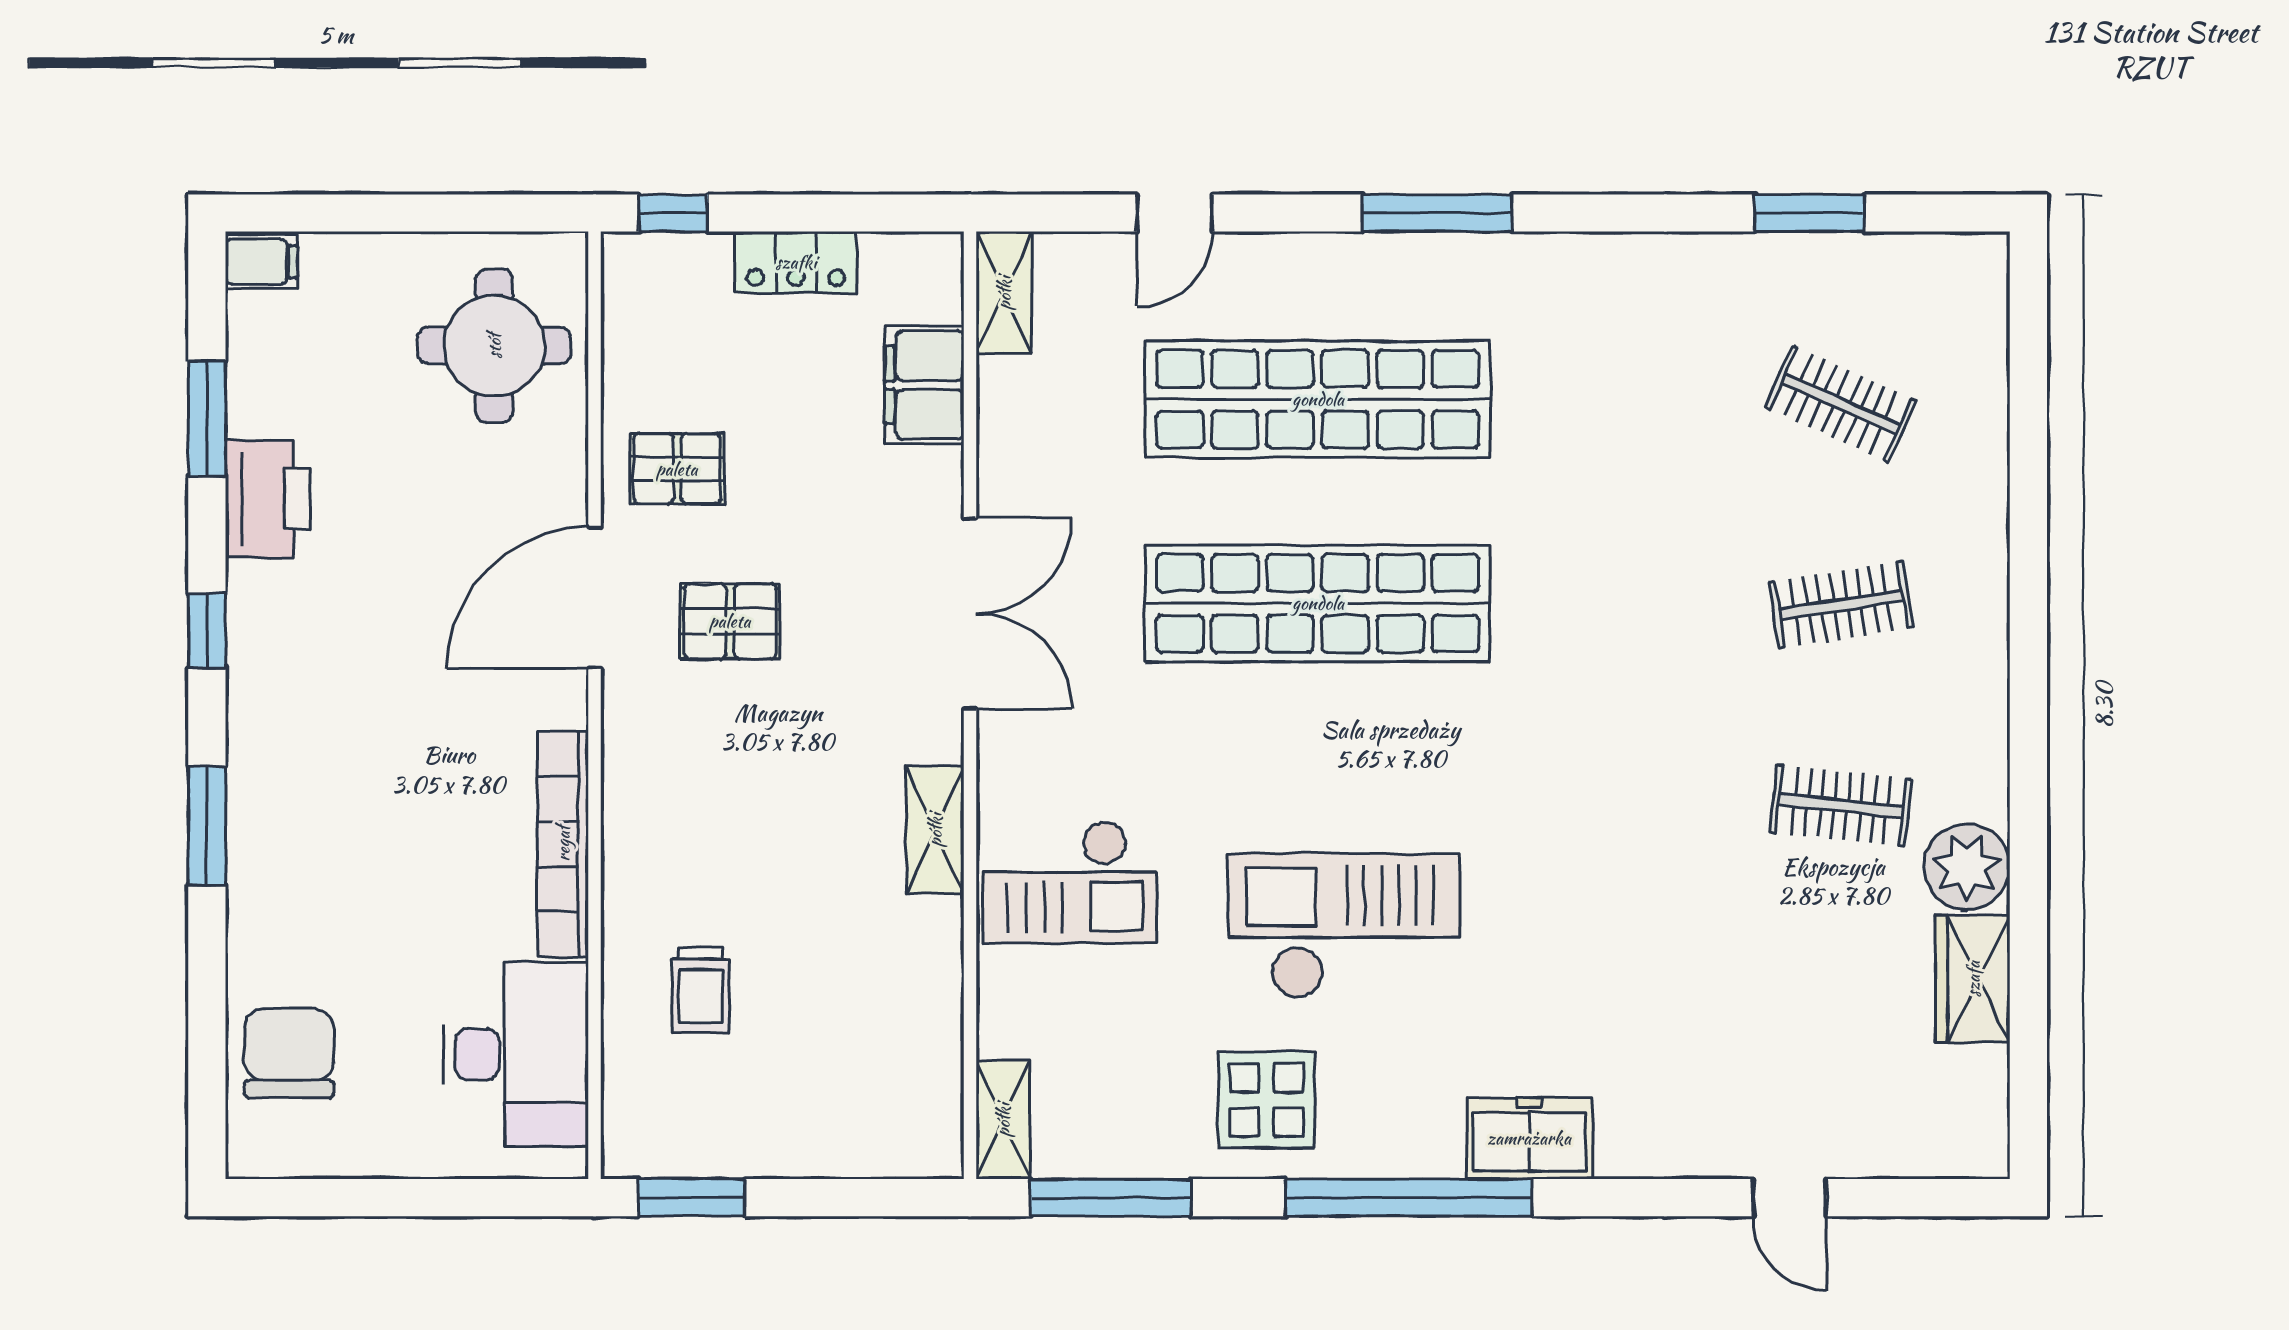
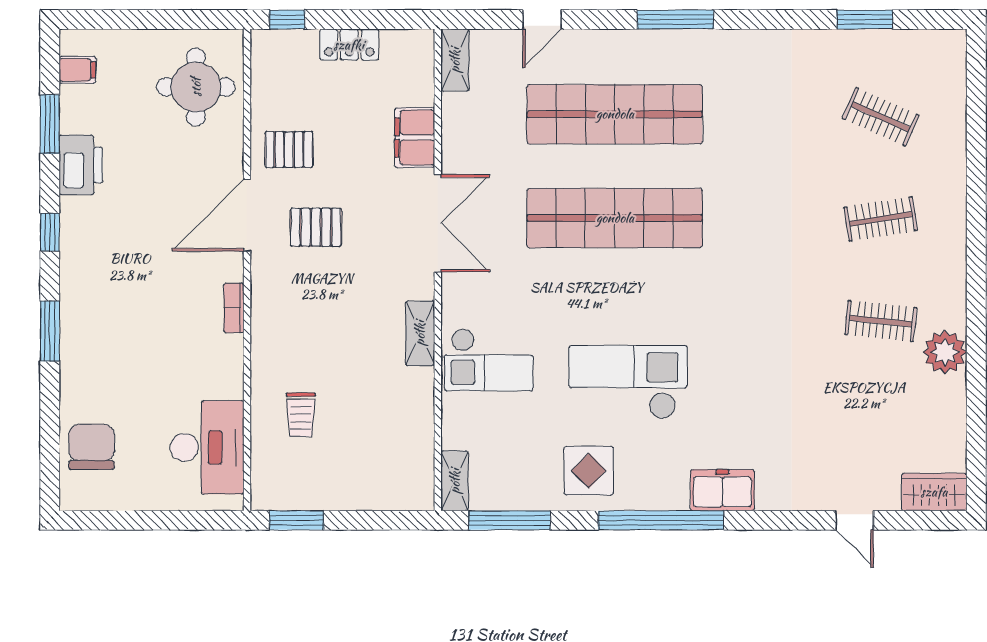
filing cabinet: (261, 262) -> (77, 70), moved
filing cabinet: (924, 385) -> (415, 138), moved
bookcase: (563, 844) -> (234, 308), width x0.43, depth x0.76
wardrobe: (1973, 979) -> (934, 492), moved, turned 90

